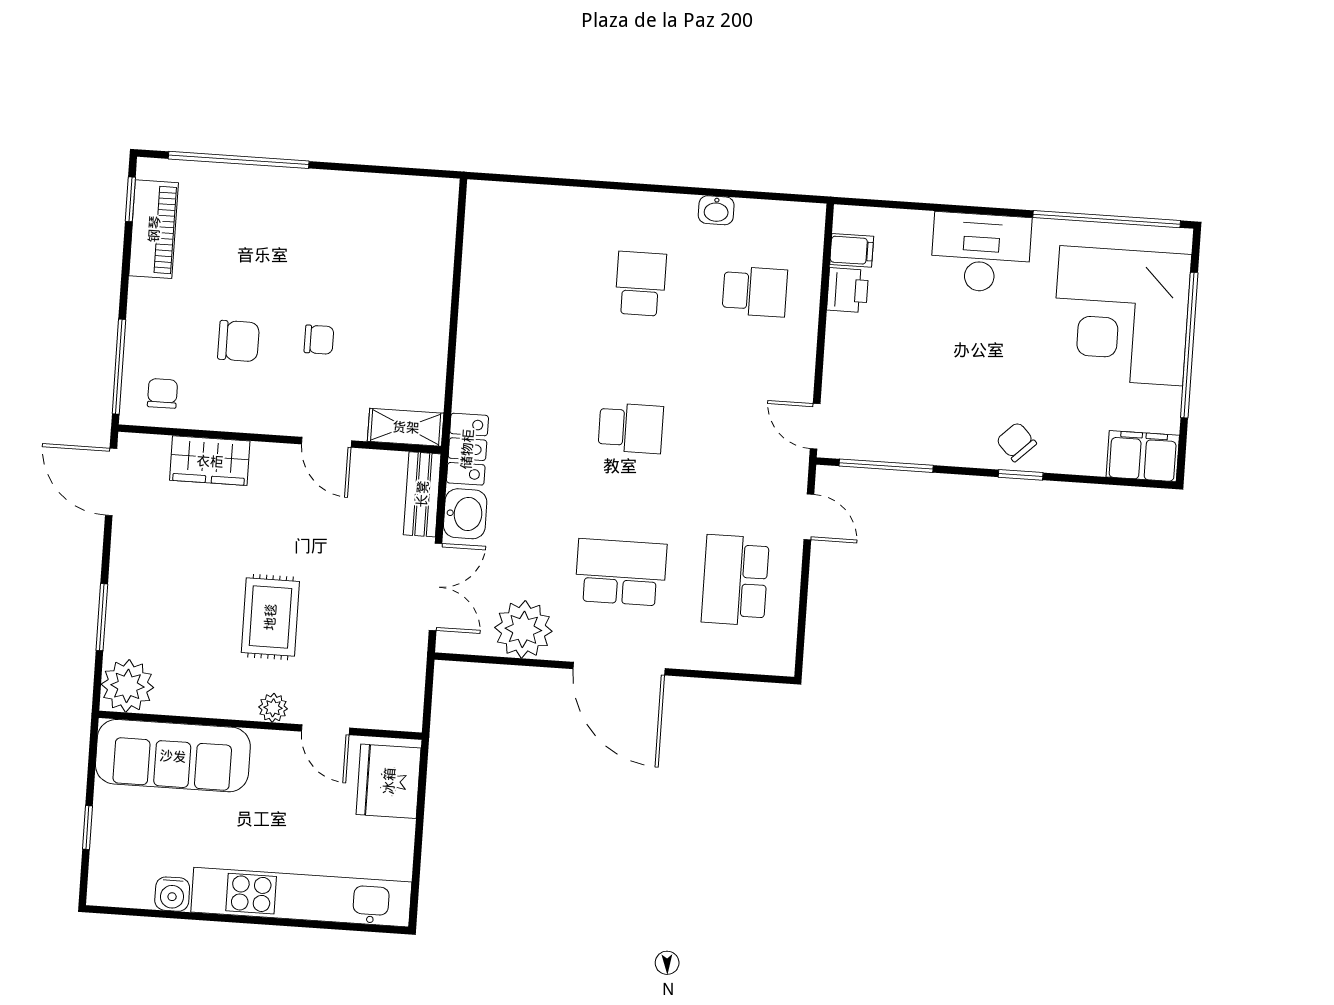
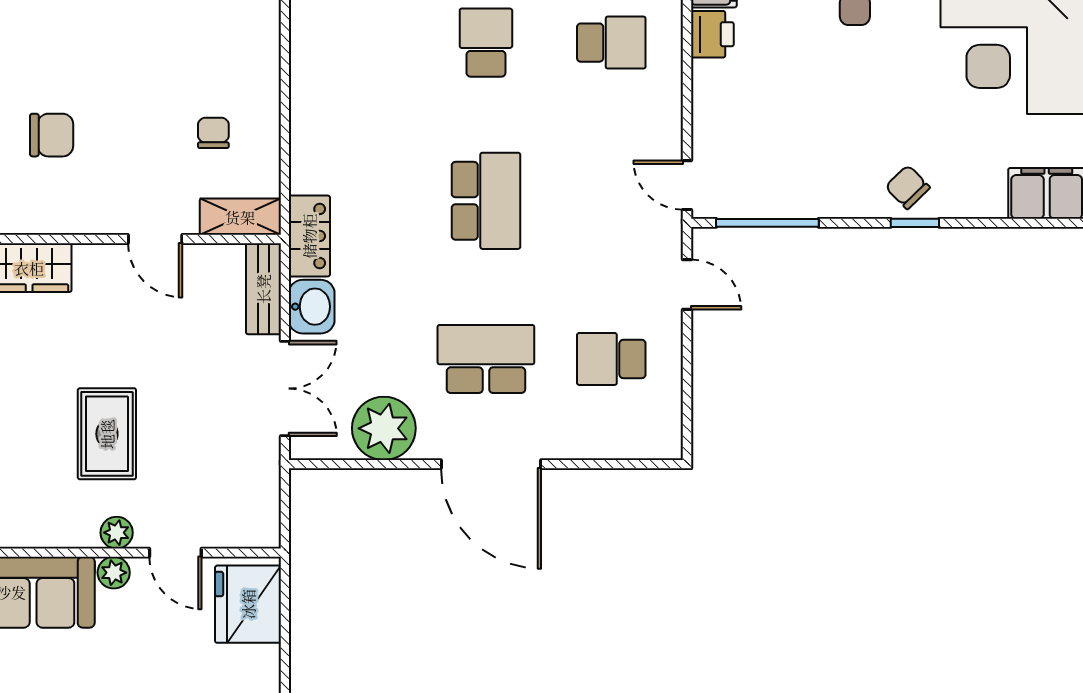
chair: (319, 340) -> (213, 133), moved, turned -90
school desk: (631, 428) -> (486, 201), width x1.85
school desk: (735, 580) -> (611, 359), width x0.54
plant: (268, 744) -> (114, 573), added

